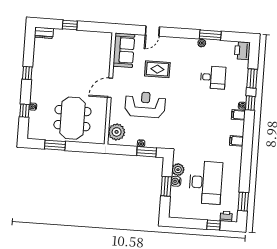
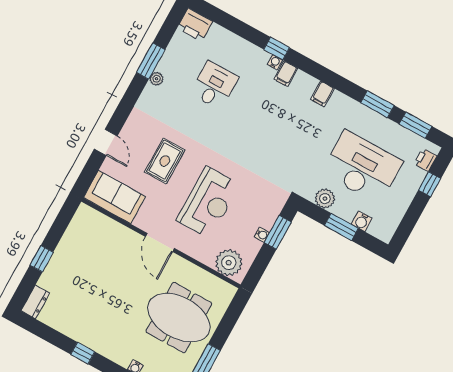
window: (252, 79) -> (377, 104), moved
reception desk: (145, 105) -> (208, 203), turned 180
water cooler: (176, 181) -> (362, 221), moved

